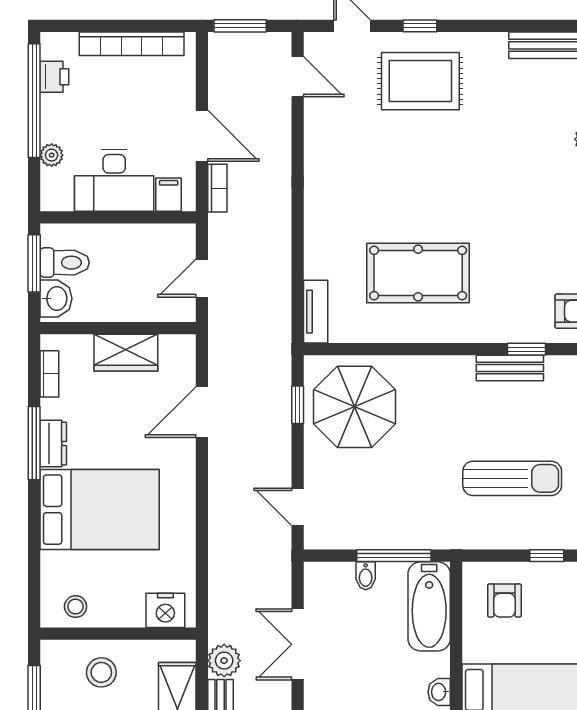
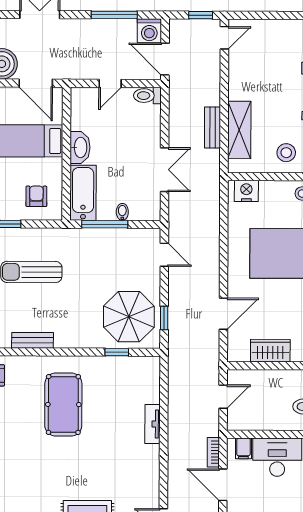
pool table: (418, 273) -> (63, 404), moved, turned 90
tv unit: (316, 312) -> (153, 424), moved
window: (527, 349) -> (117, 352), moved
plant: (224, 661) -> (210, 160), removed
washbasin: (439, 692) -> (80, 148), width x1.91, depth x1.45

